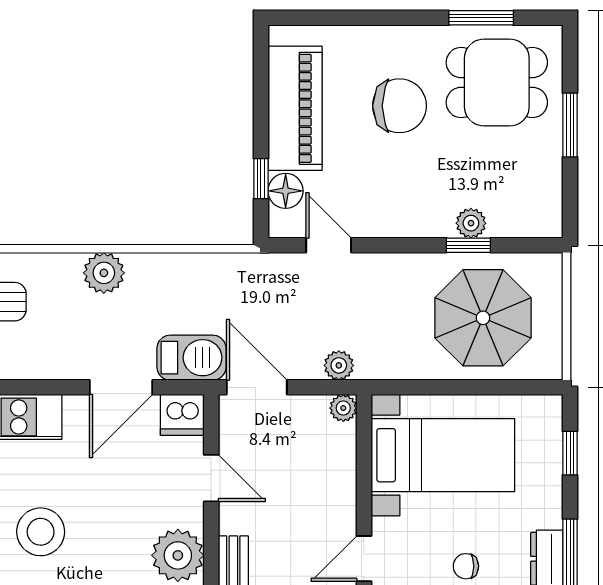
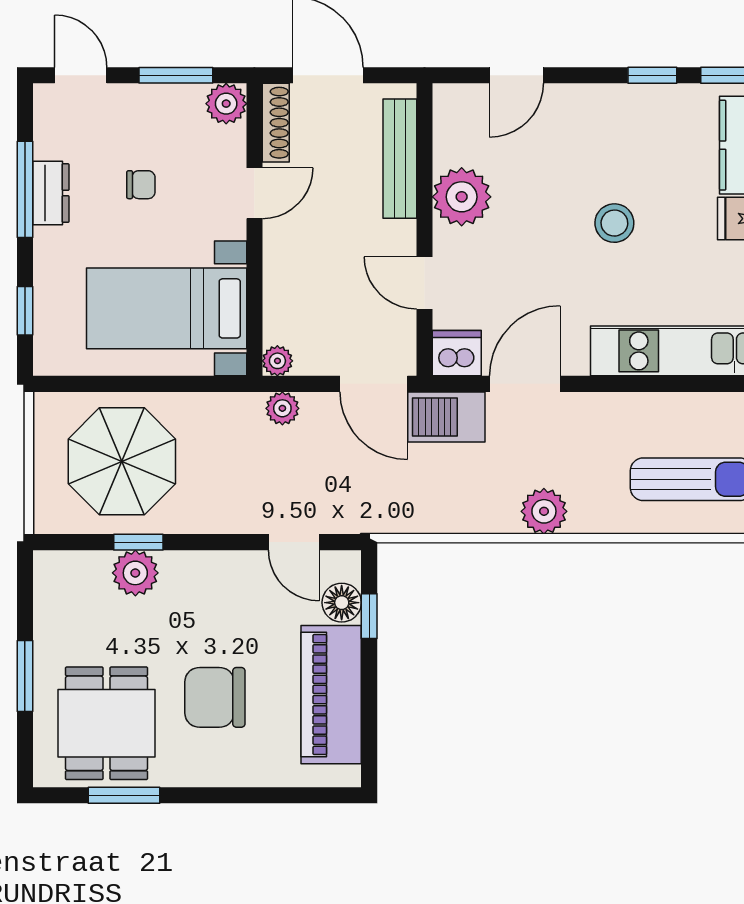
dining table: (497, 82) -> (107, 723), turned 90
plant: (471, 223) -> (135, 573), width x1.38, depth x1.38
stool: (41, 532) -> (614, 223), width x0.73, depth x0.73

